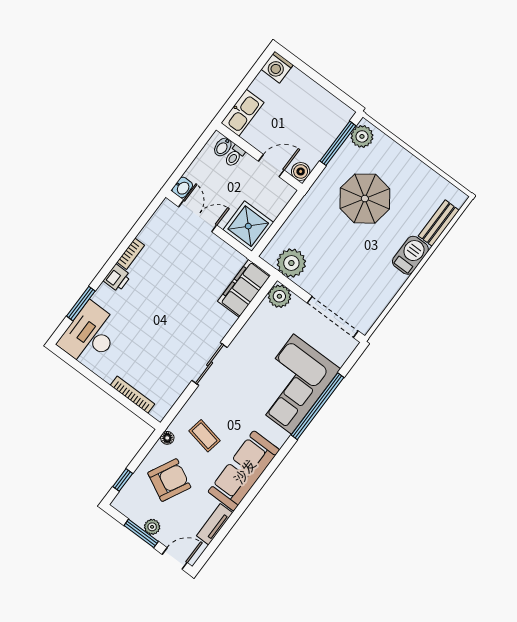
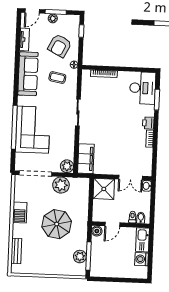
washing machine: (277, 67) -> (142, 259), moved, turned -90
plant: (362, 136) -> (80, 257), moved
parasol: (365, 199) -> (57, 224), moved
barbecue: (410, 255) -> (20, 212), moved
plant: (291, 263) -> (61, 185), moved

